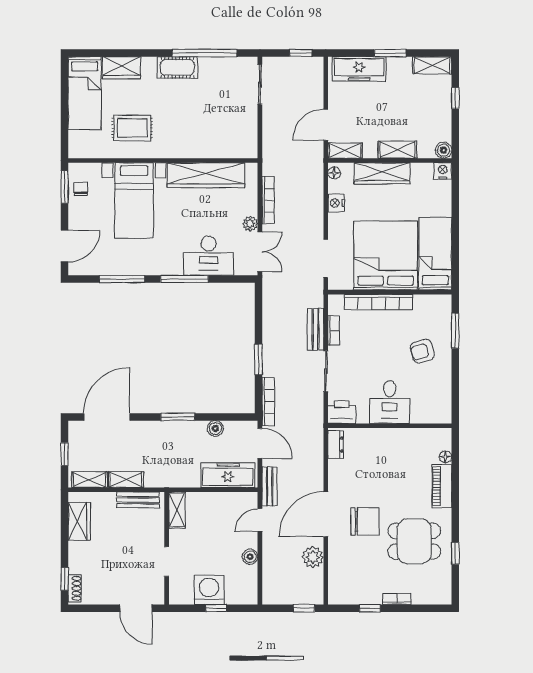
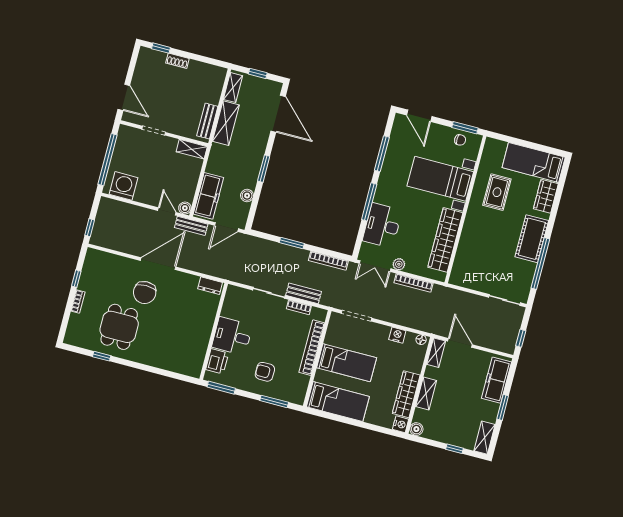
cot: (177, 67) -> (532, 239), width x1.37, depth x1.34
wardrobe: (382, 173) -> (406, 394), moved
bed: (386, 255) -> (347, 363), width x0.49
armchair: (422, 351) -> (265, 372), turned -74
window: (455, 399) -> (221, 388), added
bookcase: (268, 401) -> (328, 261), moved
printer: (342, 412) -> (217, 361), moved
floor lamp: (445, 457) -> (178, 368), removed
shelving: (126, 480) -> (226, 123), width x1.50, depth x1.33
piano: (442, 486) -> (156, 359), removed
door: (326, 514) -> (158, 264), hinge flipped
wardrobe: (79, 521) -> (203, 71), removed
boiler: (250, 557) -> (185, 208), moved
plant: (313, 557) -> (127, 245), removed
shoe rack: (75, 588) -> (177, 61), moved
washing machine: (209, 590) -> (123, 186), moved, turned -90
door: (136, 608) -> (124, 97), swing flipped
window: (216, 608) -> (107, 160), width x3.17

